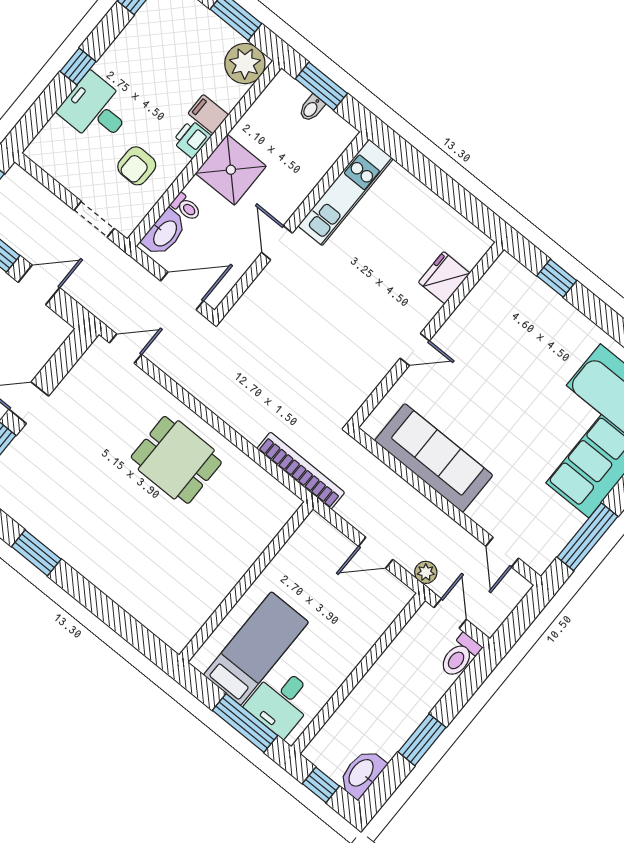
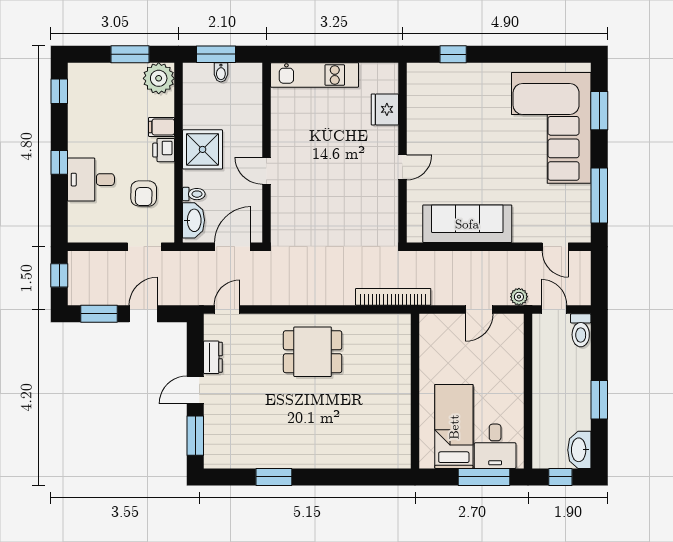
kitchen unit: (345, 192) -> (315, 75), moved, turned 90
dresser: (73, 385) -> (213, 357), added

